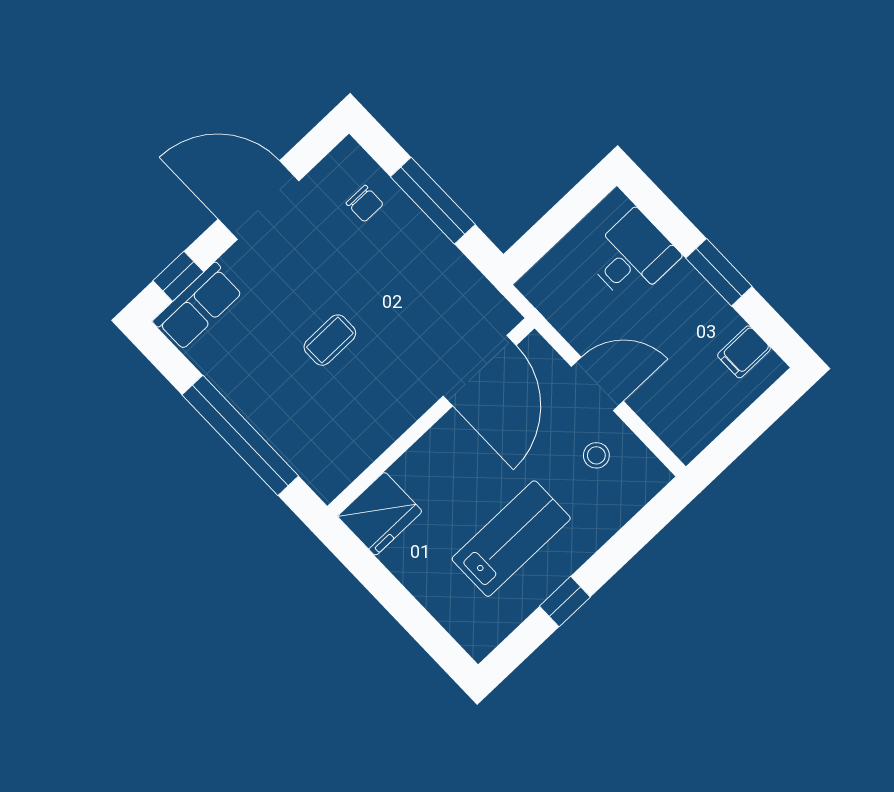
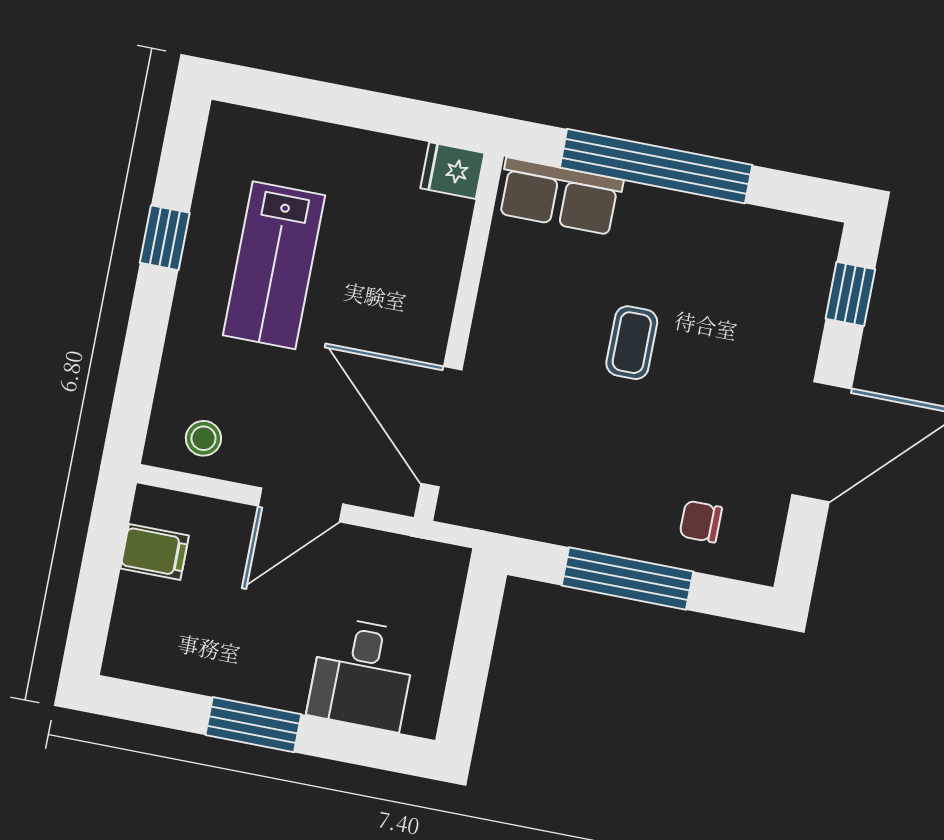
row of seats: (198, 306) -> (560, 196), moved, turned -90
filing cabinet: (744, 352) -> (155, 552), moved, turned 90
stool: (596, 455) -> (203, 438), moved
fridge: (380, 514) -> (453, 171), width x0.53, depth x0.75

